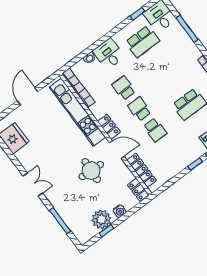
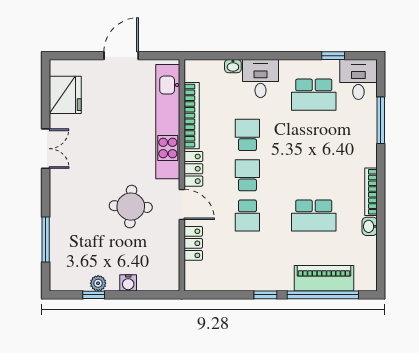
bookcase: (78, 88) -> (192, 116), moved
locker: (141, 170) -> (193, 243), width x0.66
double door: (33, 185) -> (46, 149), moved
locker: (138, 190) -> (171, 274), removed
plant: (101, 219) -> (98, 283), width x0.53, depth x0.53

